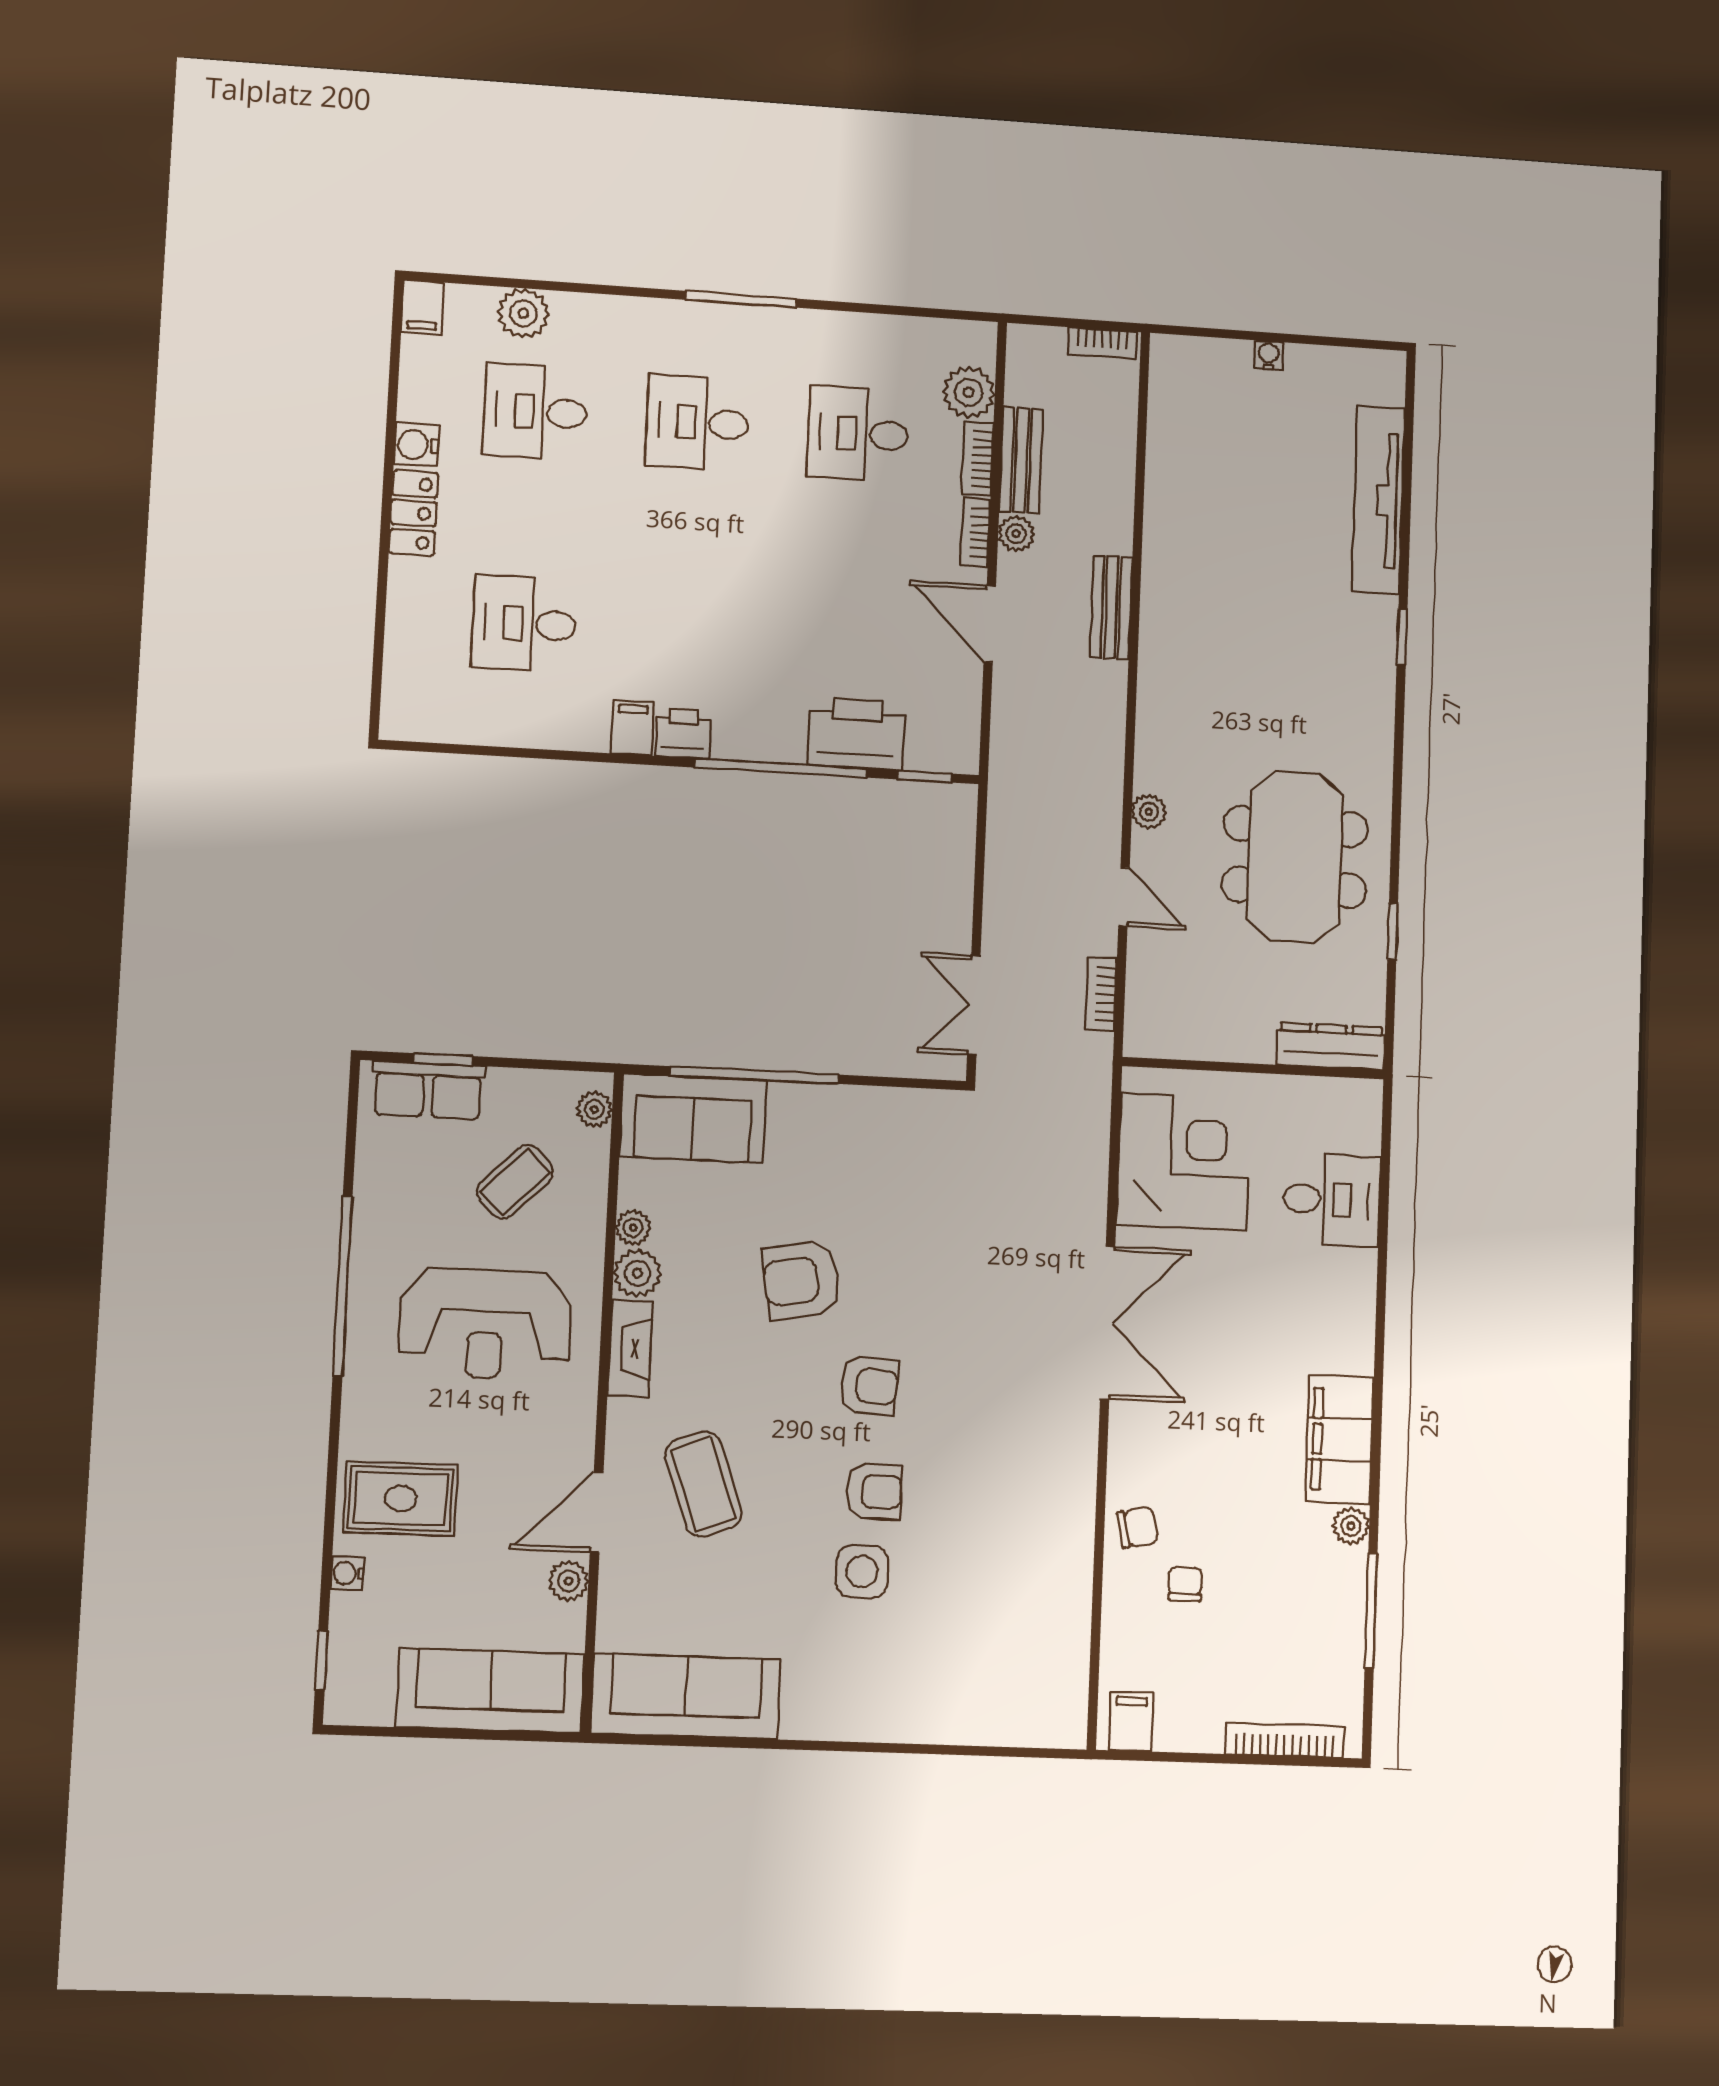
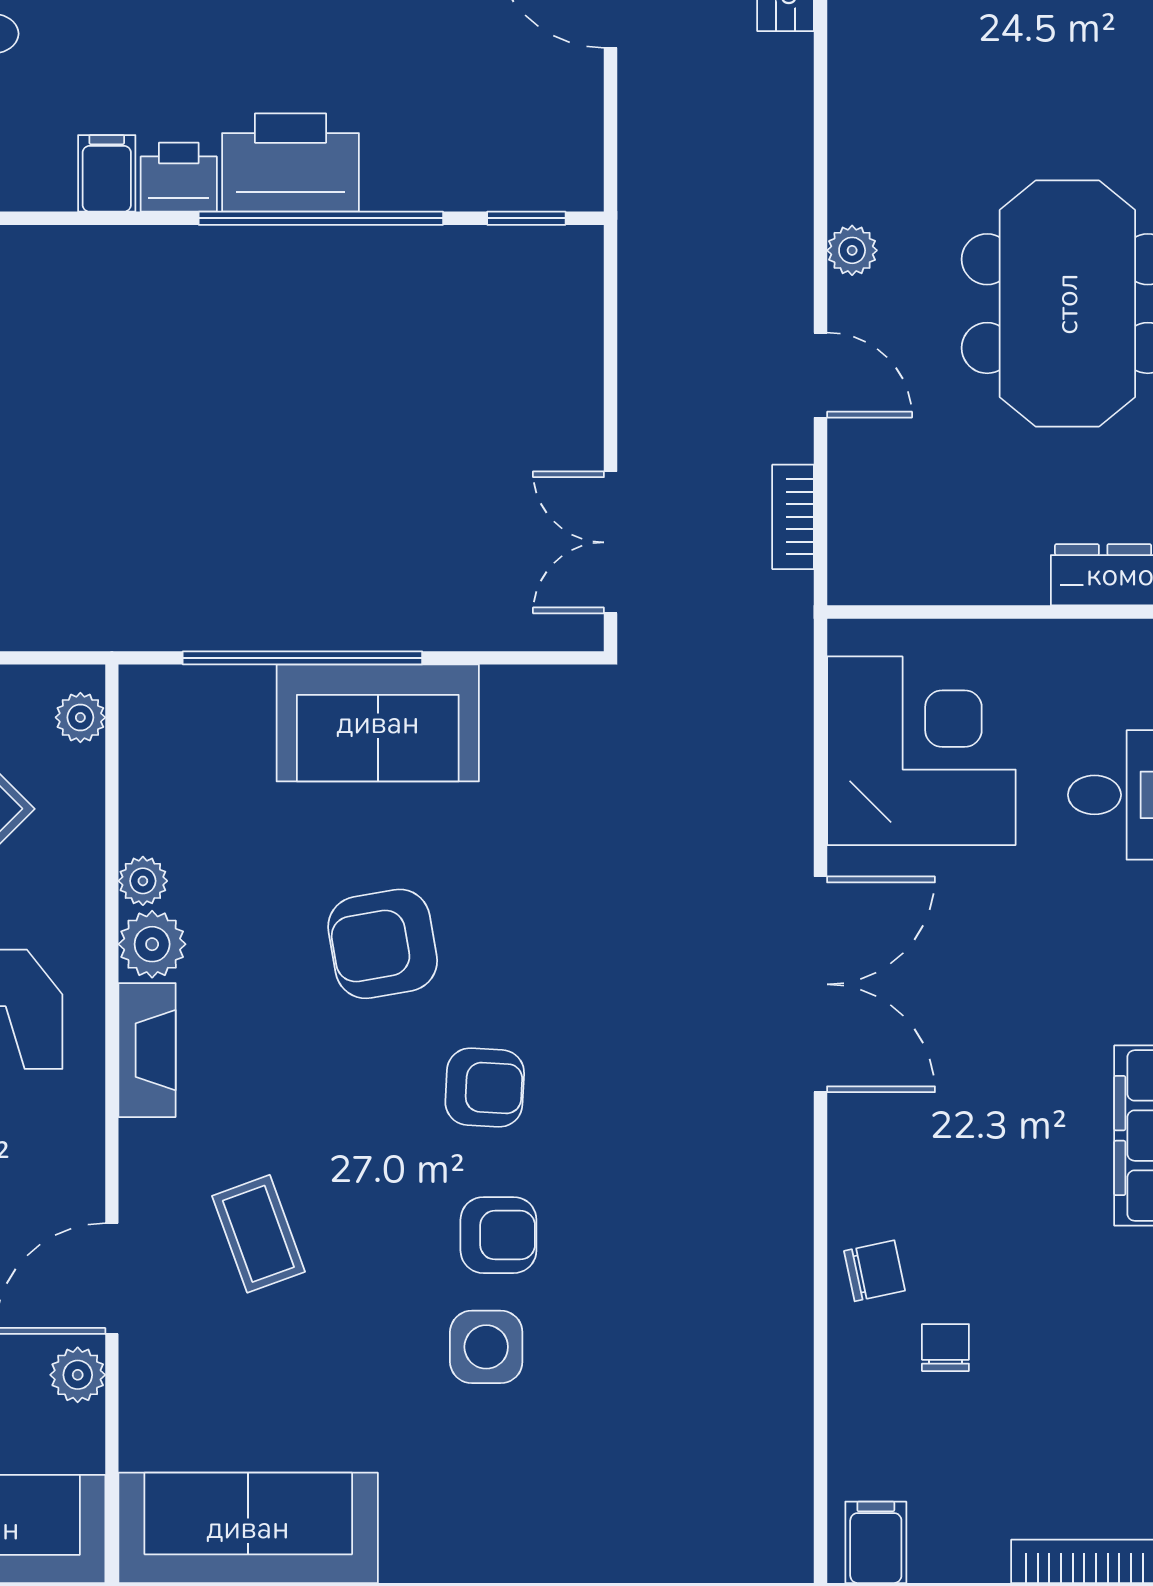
printer: (856, 734) -> (290, 163), moved
sofa: (693, 1118) -> (378, 723), moved
coffee table: (703, 1484) -> (258, 1234), width x0.73, depth x0.77

